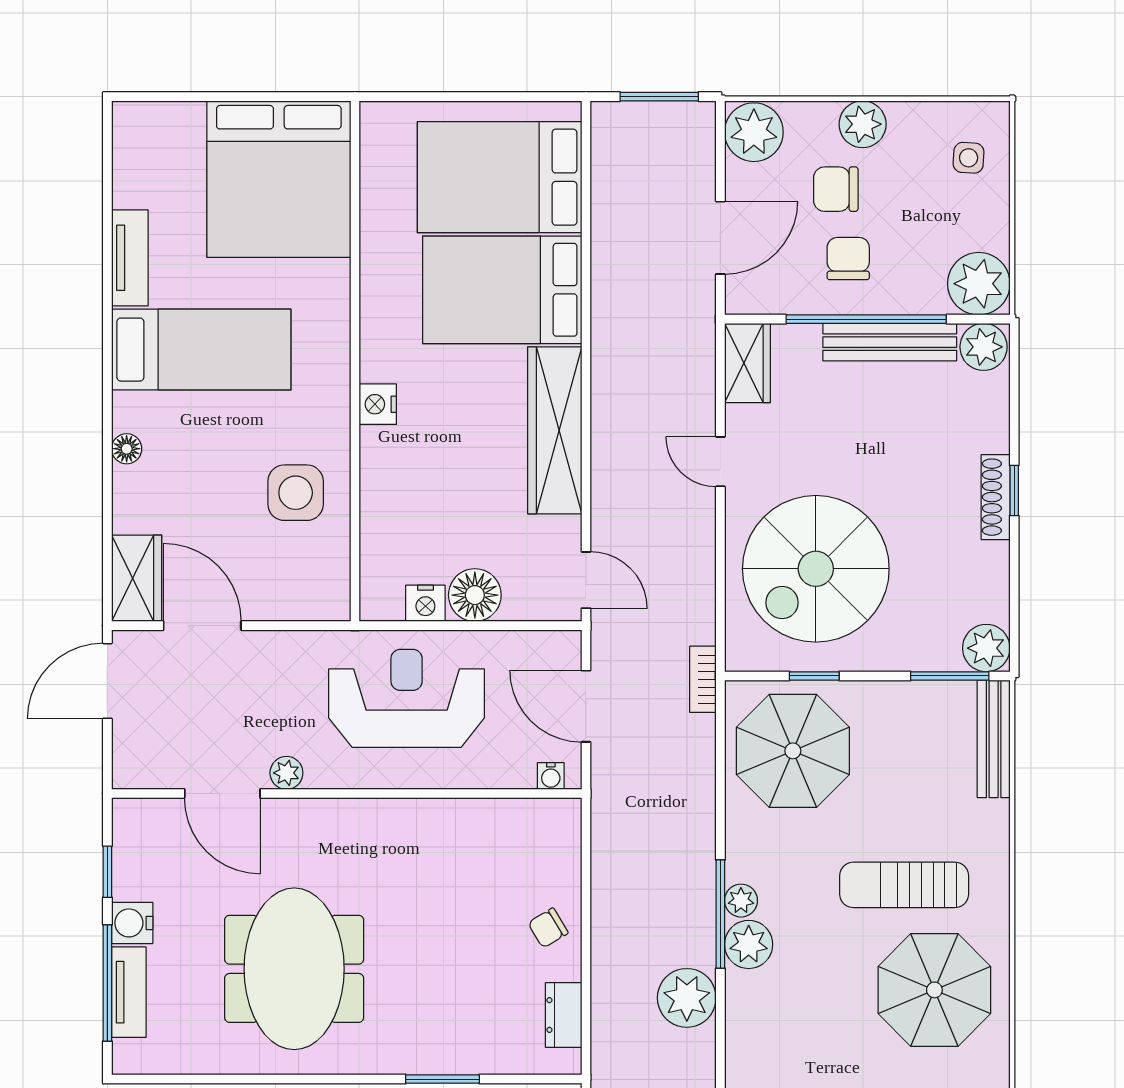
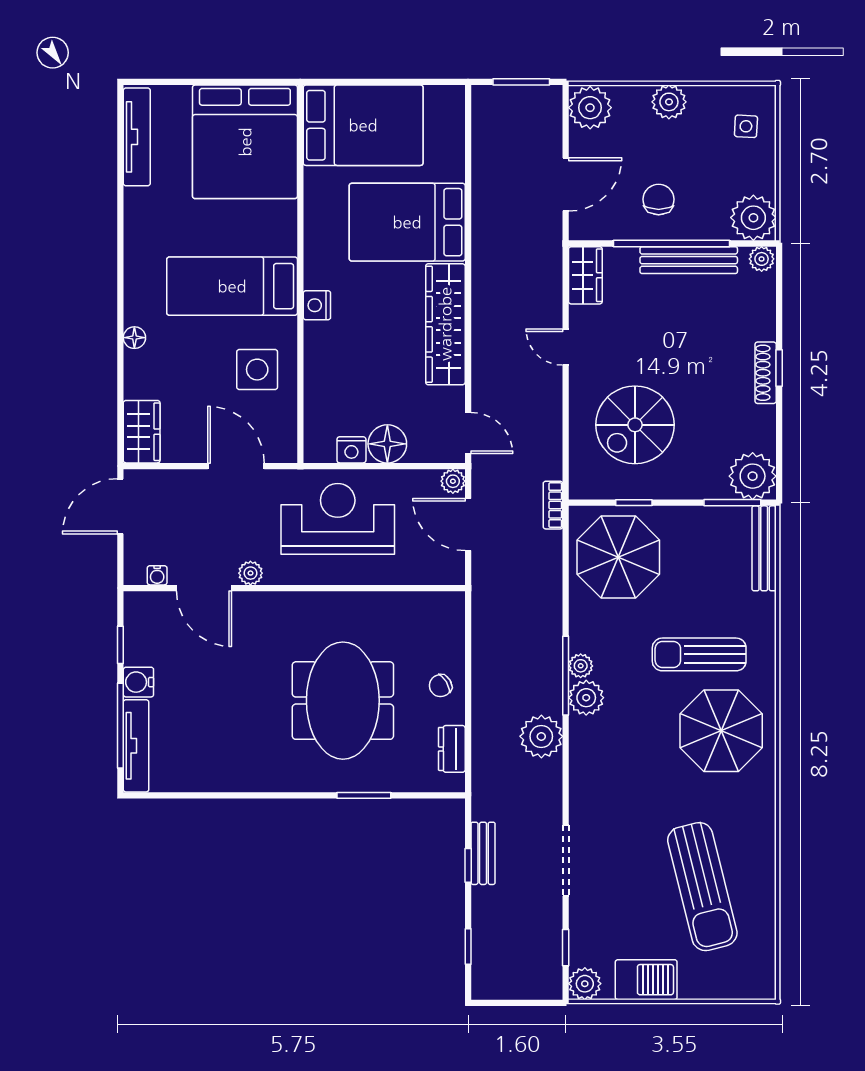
bed: (500, 177) -> (363, 125), moved, turned 180
chair: (836, 189) -> (650, 149), removed
tv unit: (130, 258) -> (137, 137), moved, width x1.41
plant: (984, 347) -> (762, 259), width x0.73, depth x0.73
bed: (201, 350) -> (232, 286), moved, turned 180
spiral stairs: (816, 569) -> (635, 425), width x0.73, depth x0.73
door: (202, 626) -> (236, 466), moved
plant: (565, 646) -> (453, 481), added
plant: (986, 648) -> (753, 476), width x1.36, depth x1.36
water cooler: (551, 776) -> (157, 575), moved
meeting table: (294, 969) -> (343, 701), moved
tv unit: (129, 992) -> (136, 746), width x1.41

